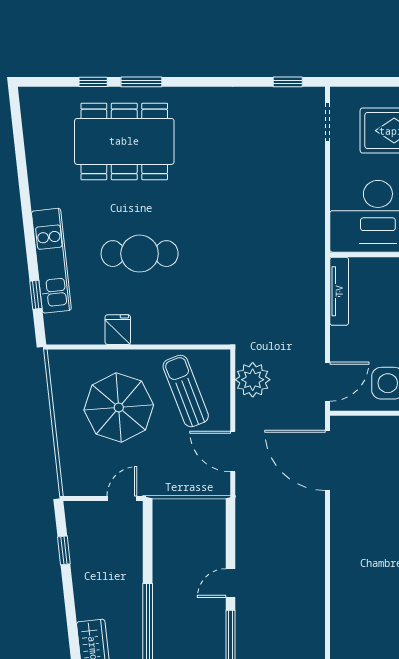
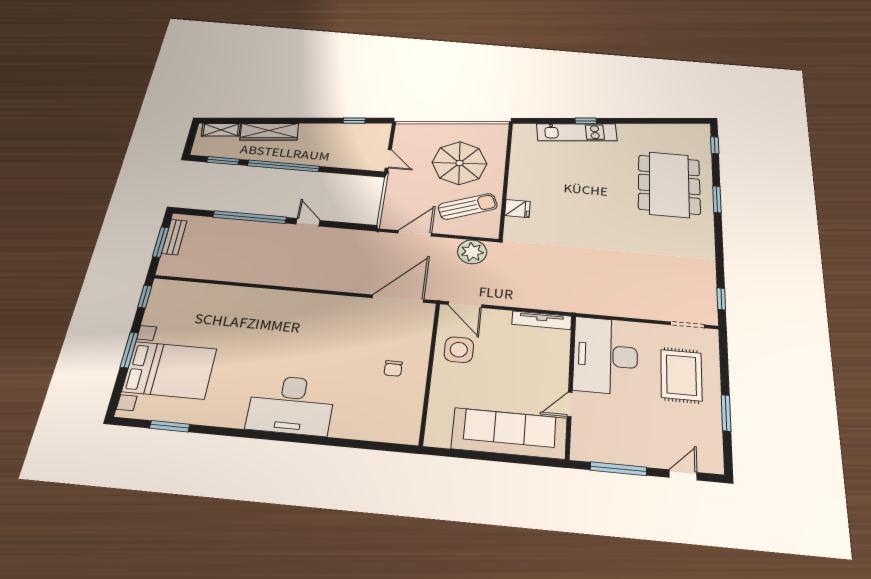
window: (93, 82) -> (715, 145), moved
cafe table: (140, 254) -> (580, 186), removed
window: (36, 295) -> (586, 121), moved
fridge: (118, 330) -> (517, 209), moved

